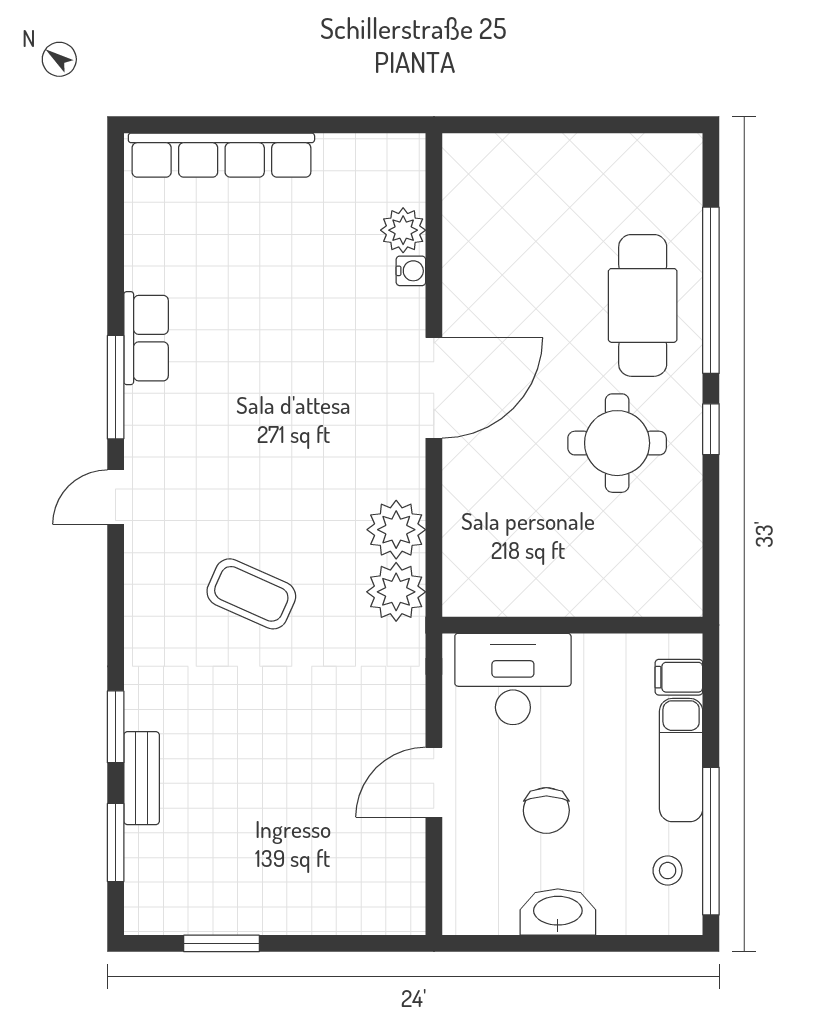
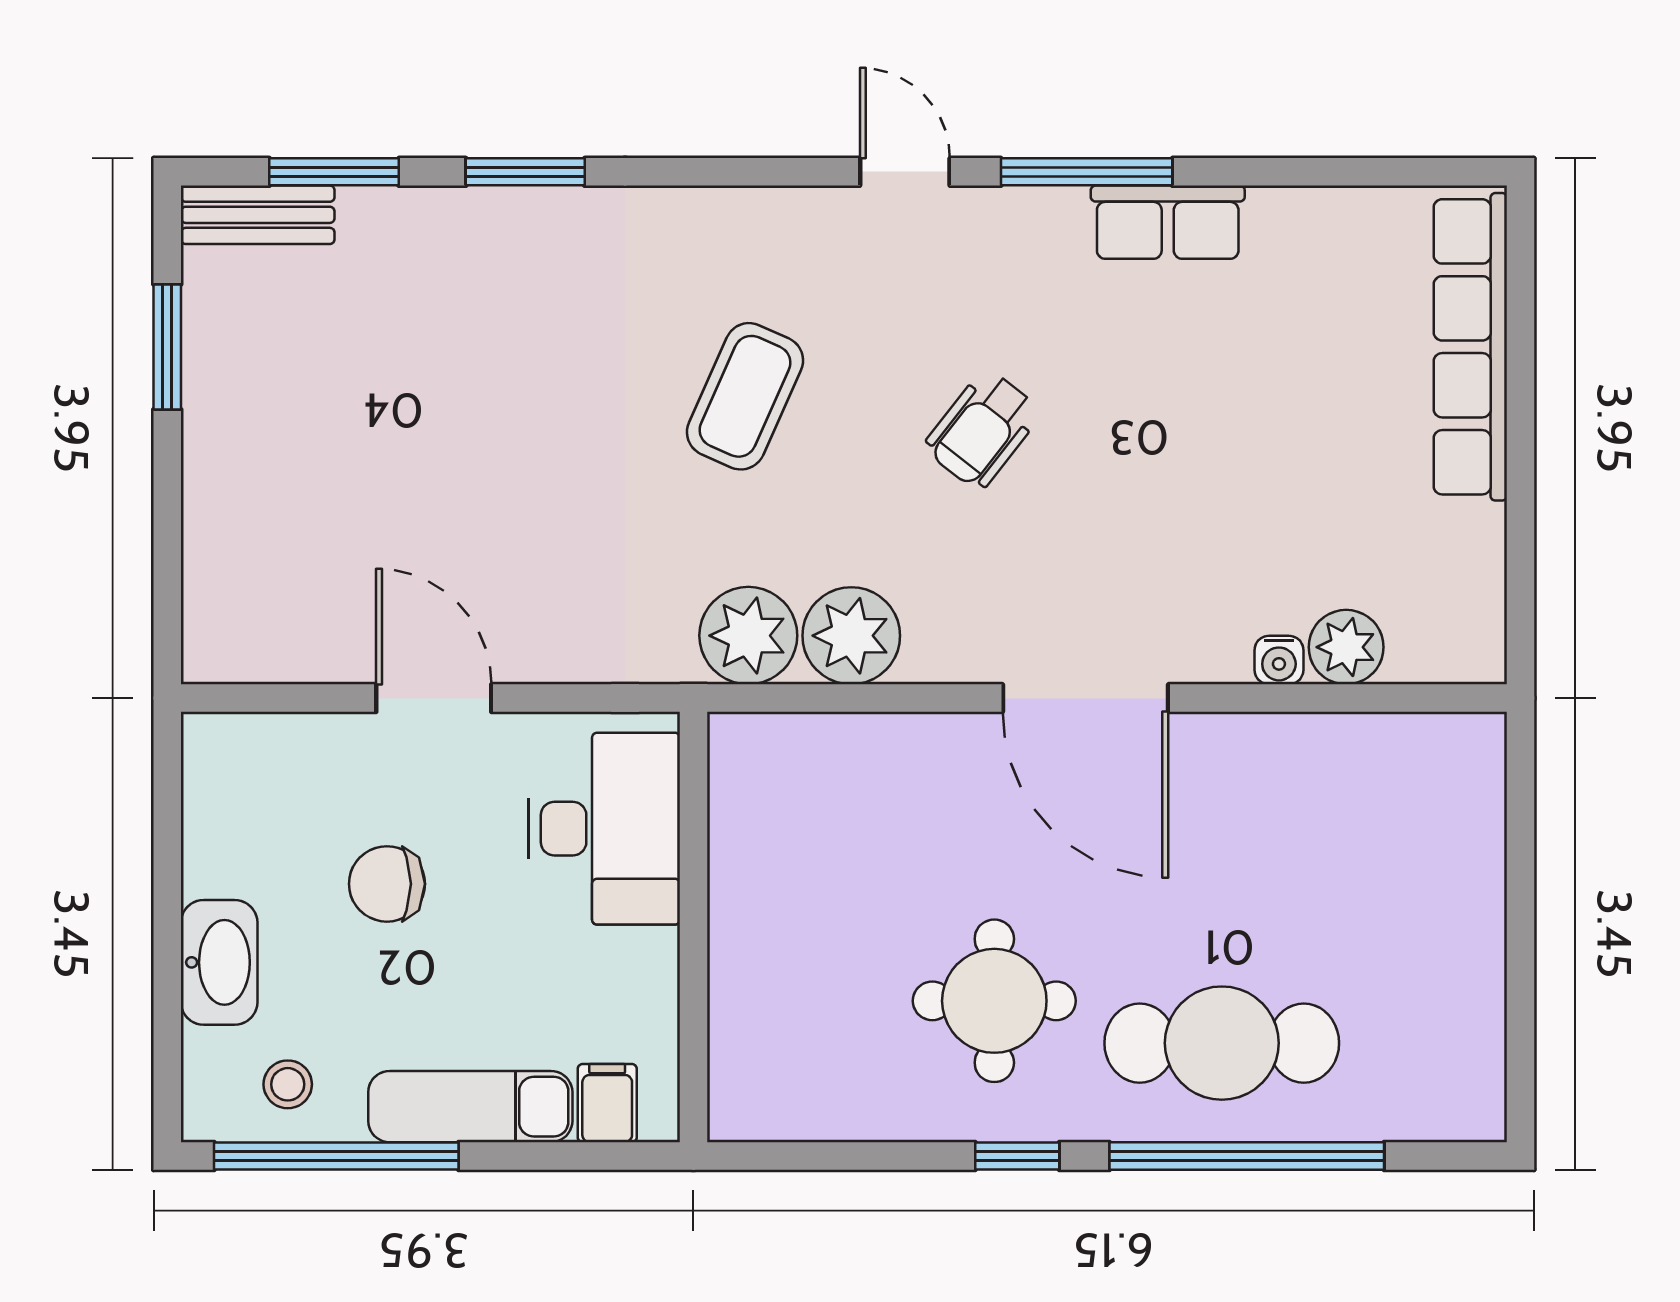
wheelchair: (272, 450) -> (982, 430), added
bench: (142, 778) -> (258, 215), moved
washbasin: (558, 912) -> (219, 962), moved

